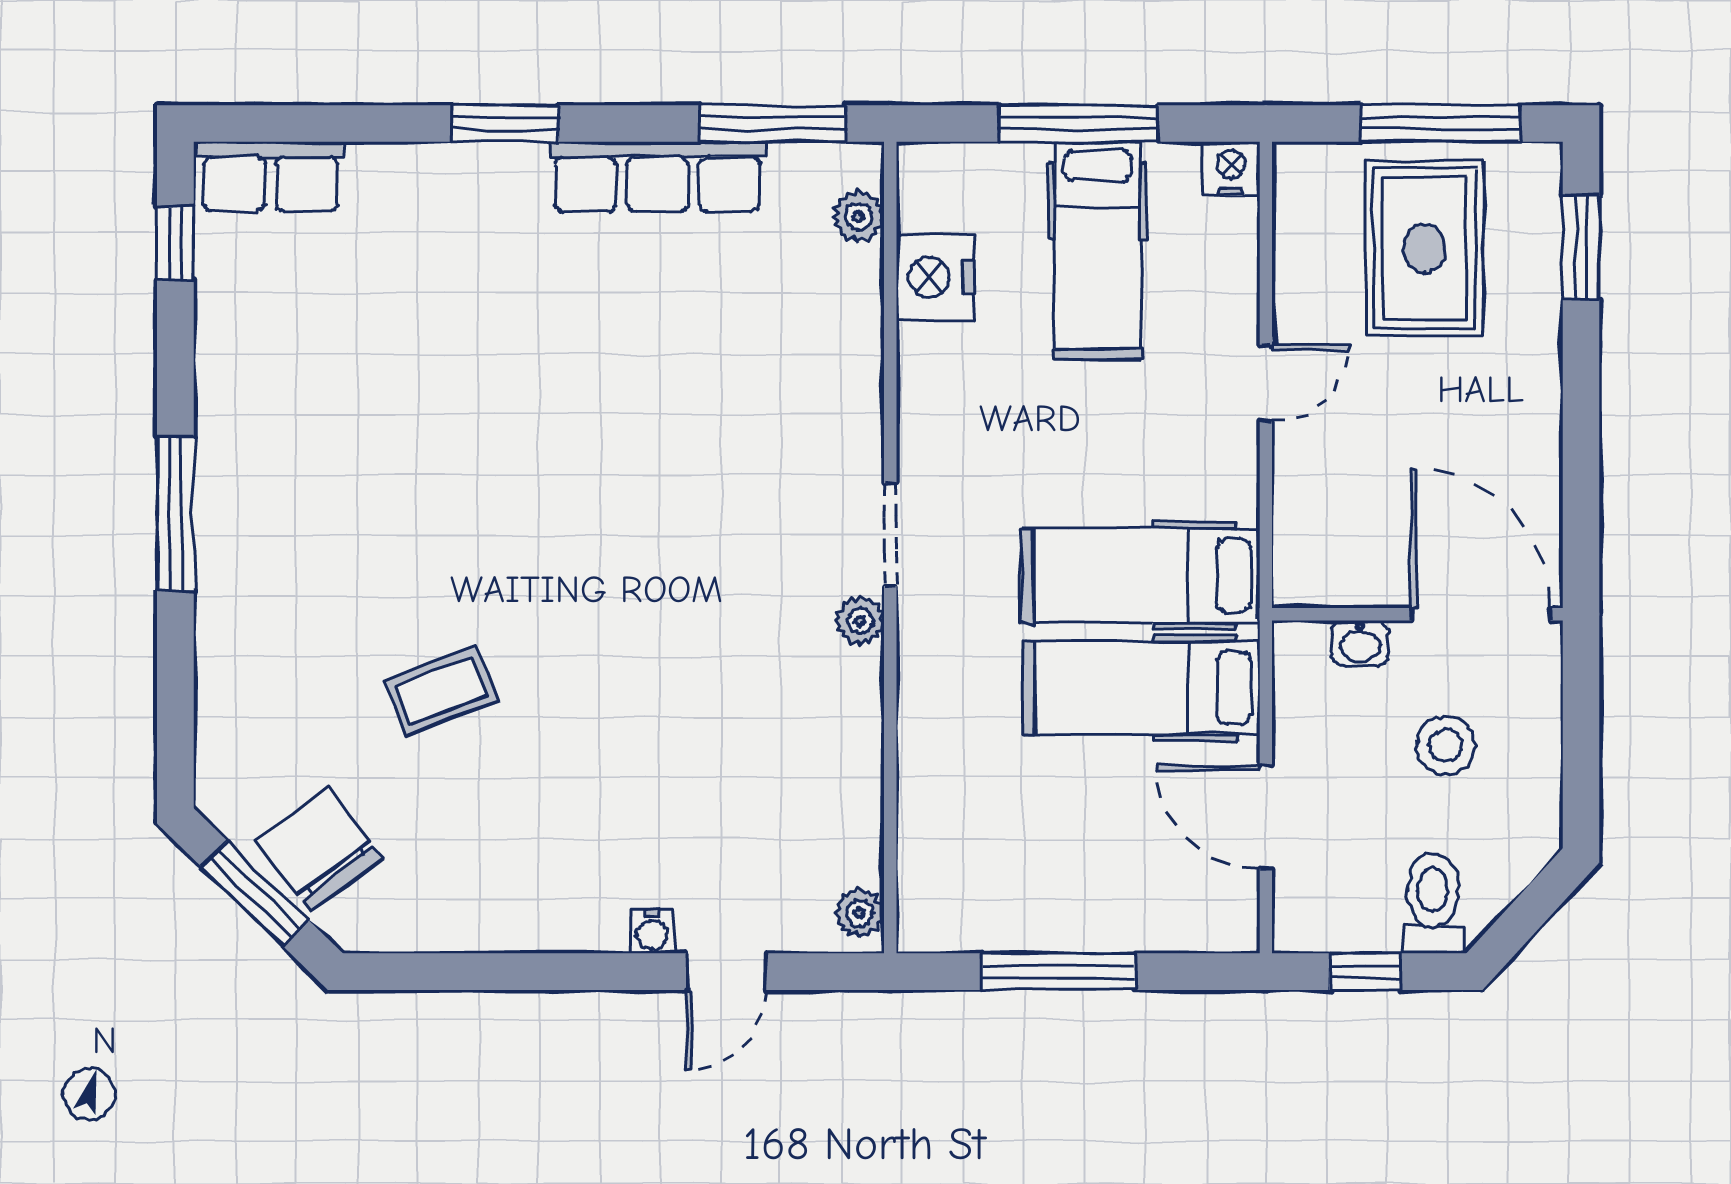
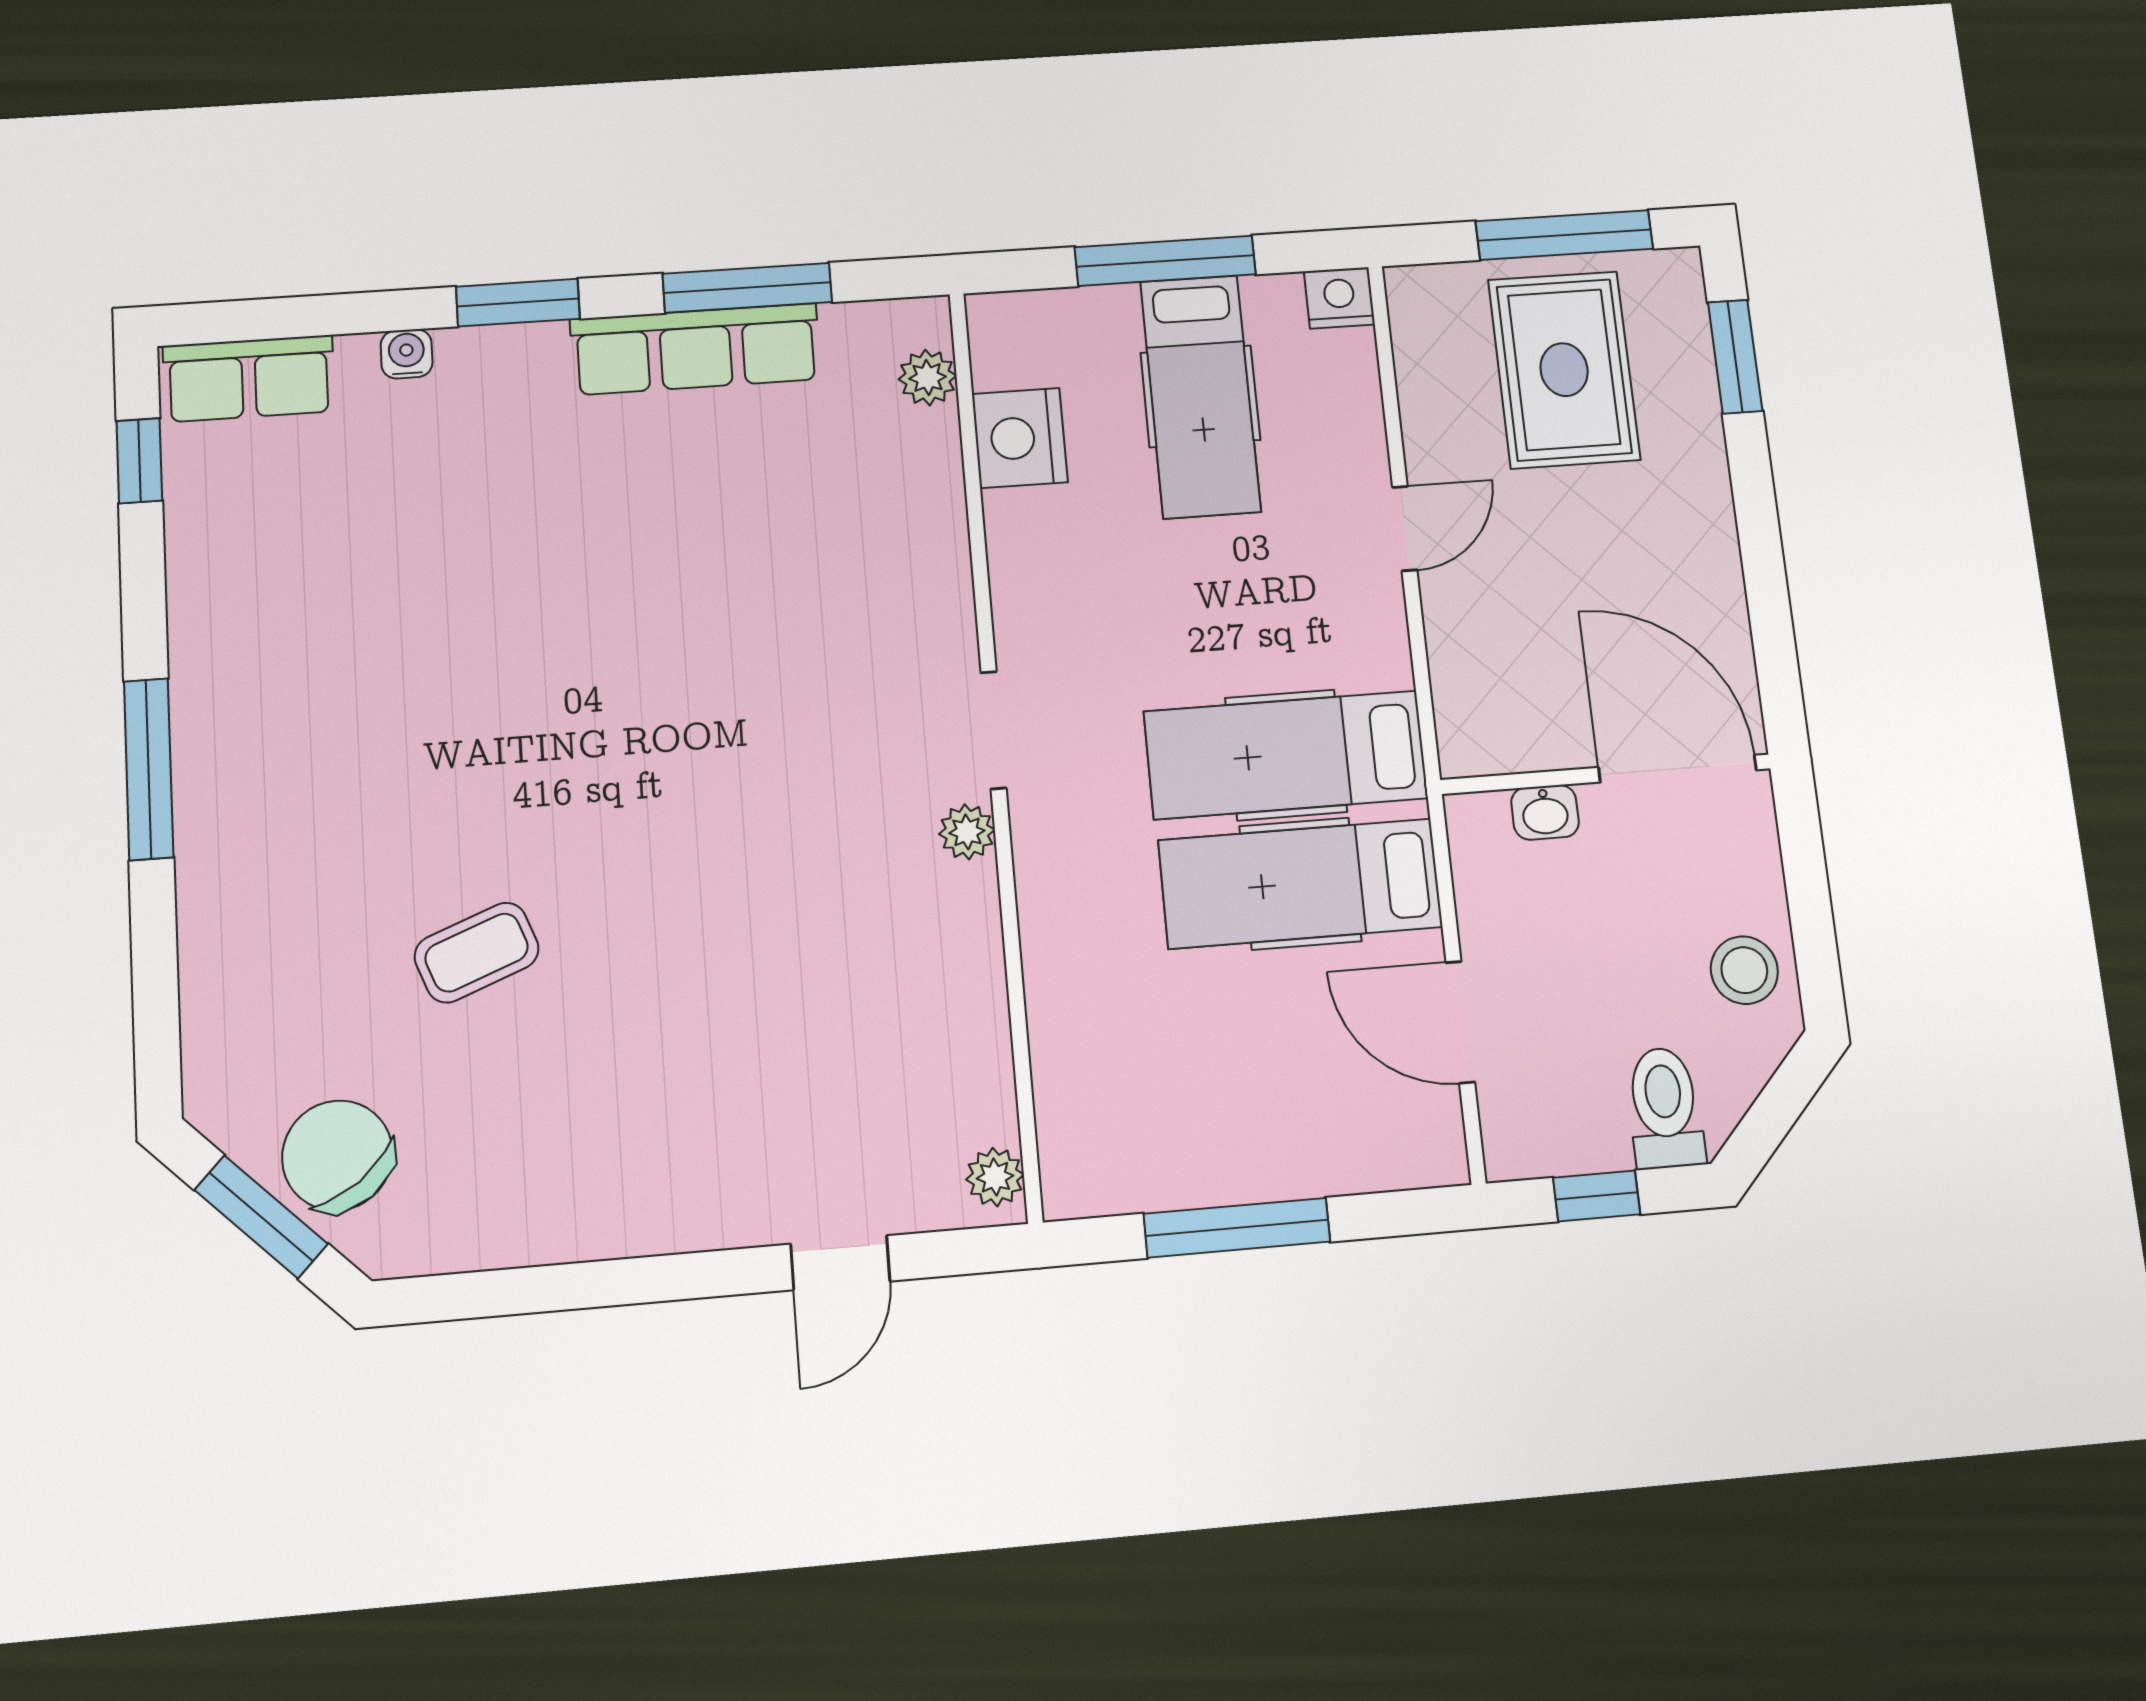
window: (772, 123) -> (747, 288), moved
stool: (1445, 745) -> (1744, 970), moved
water cooler: (653, 932) -> (407, 354), moved, turned 180

